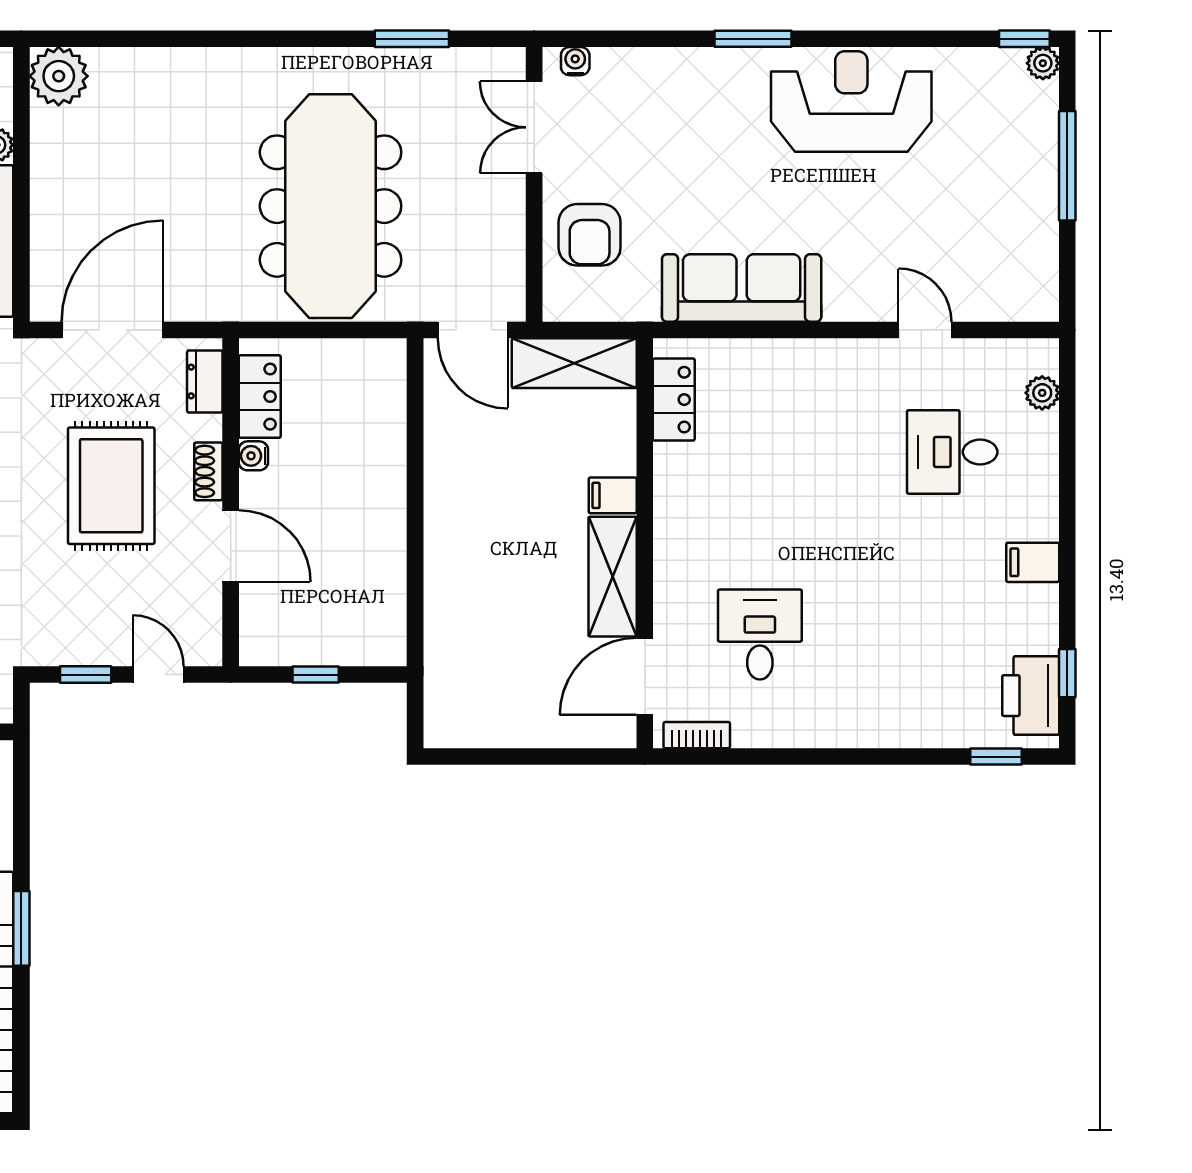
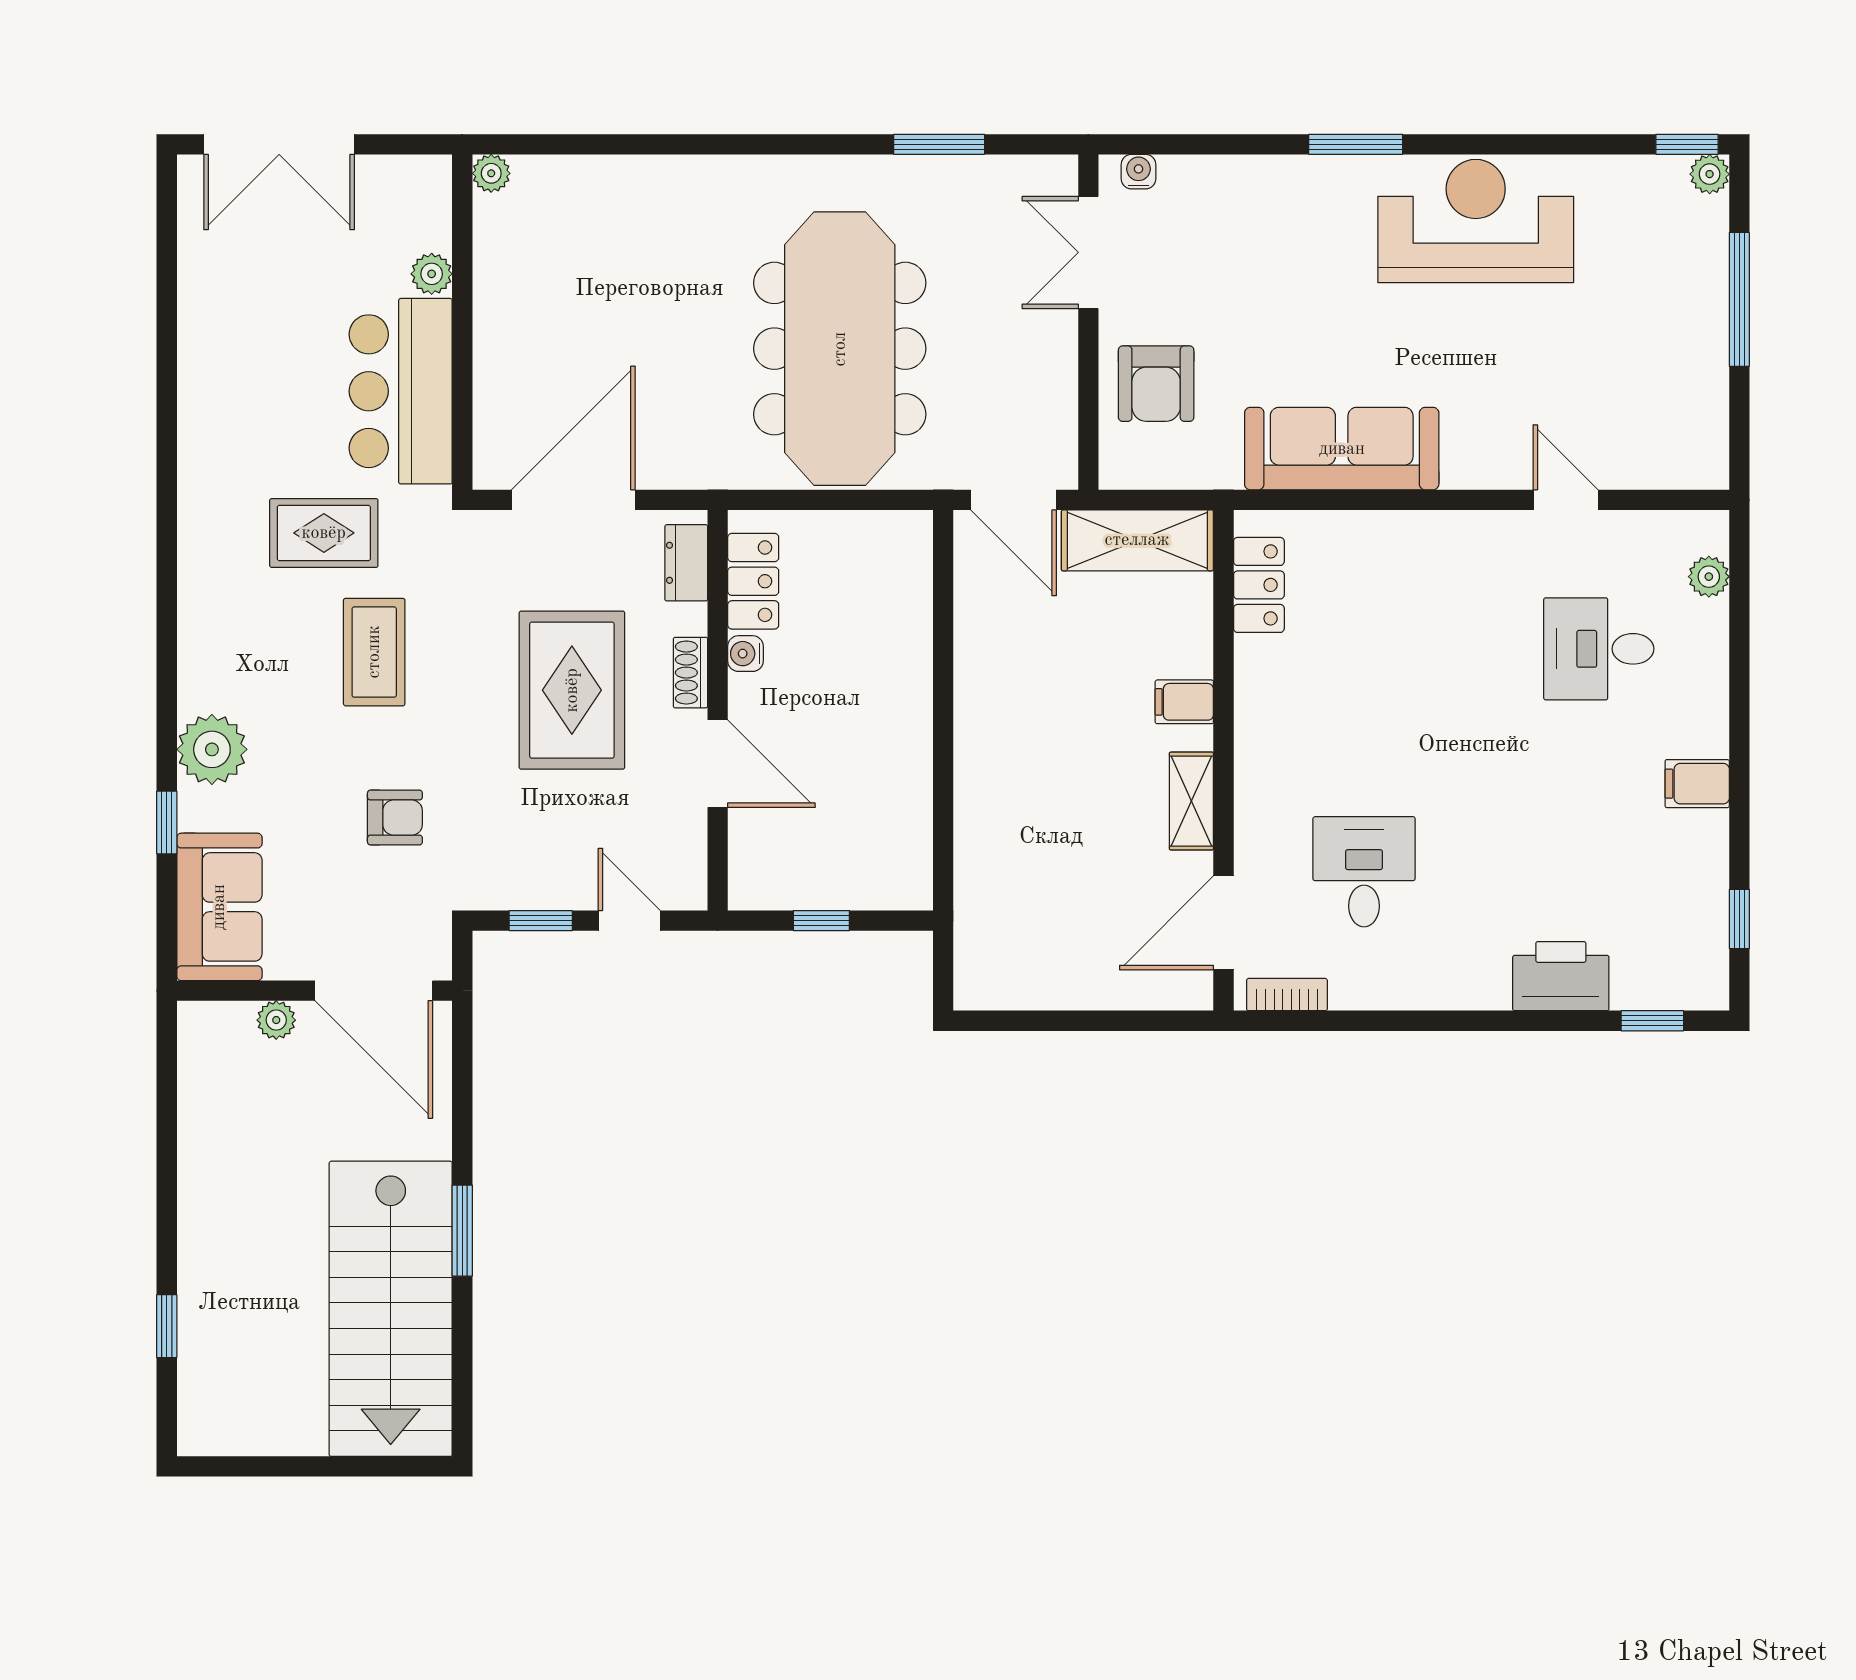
plant: (59, 76) -> (491, 173), width x0.53, depth x0.53
shelving: (613, 577) -> (1191, 801), width x0.67, depth x0.75
printer: (1031, 696) -> (1561, 976), moved, turned 90

